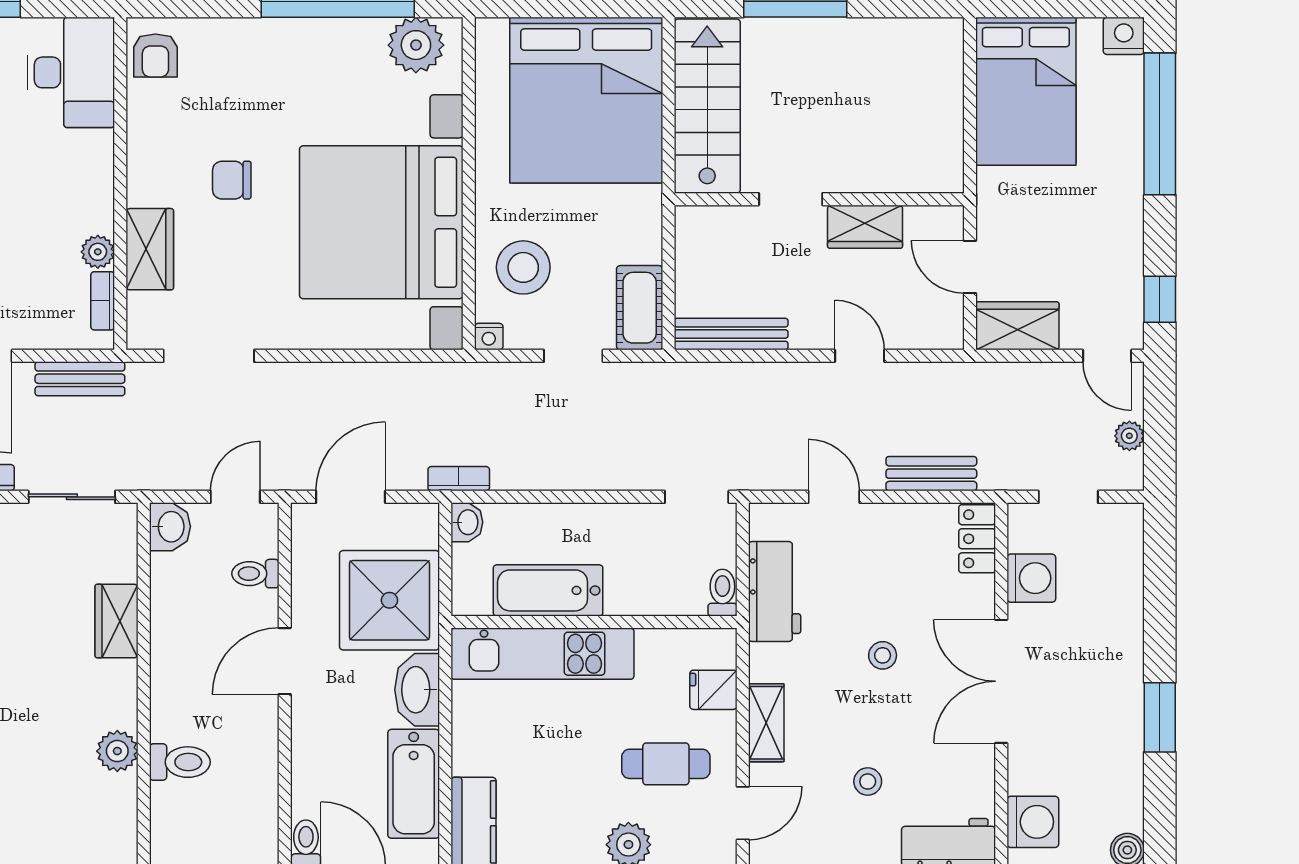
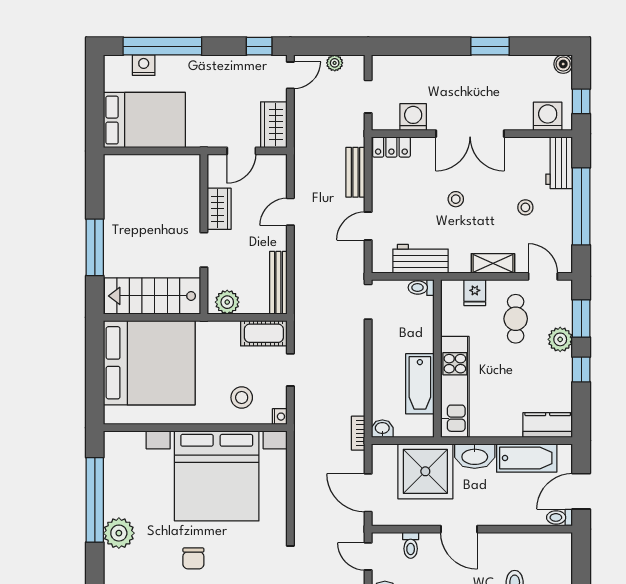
nightstand: (1124, 36) -> (144, 65), moved, turned 90
plant: (416, 45) -> (119, 533), moved
plant: (696, 241) -> (227, 302), added
stool: (523, 267) -> (242, 398), width x0.73, depth x0.73

